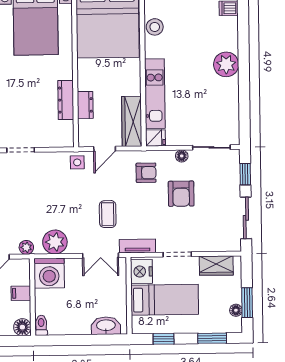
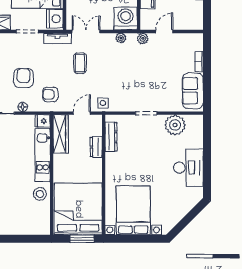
stool: (155, 27) -> (40, 194), moved
dresser: (66, 100) -> (111, 137), moved
plant: (55, 242) -> (121, 38), width x0.53, depth x0.53

